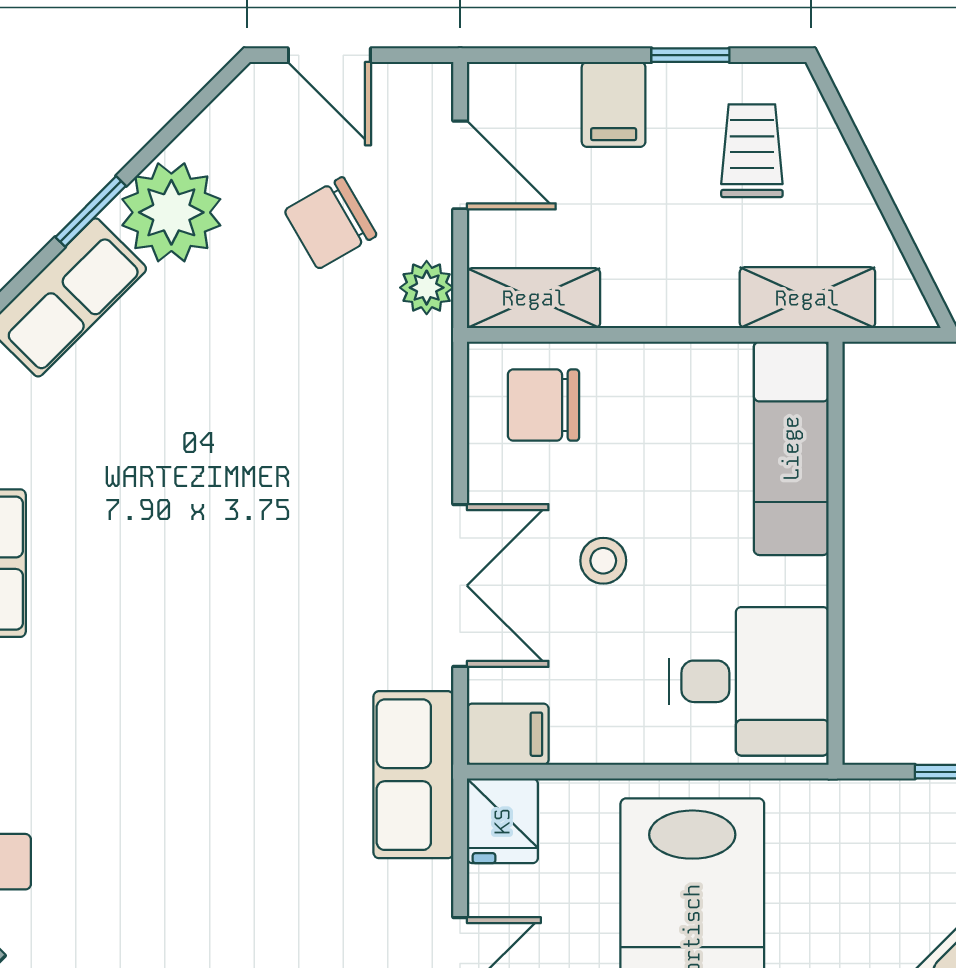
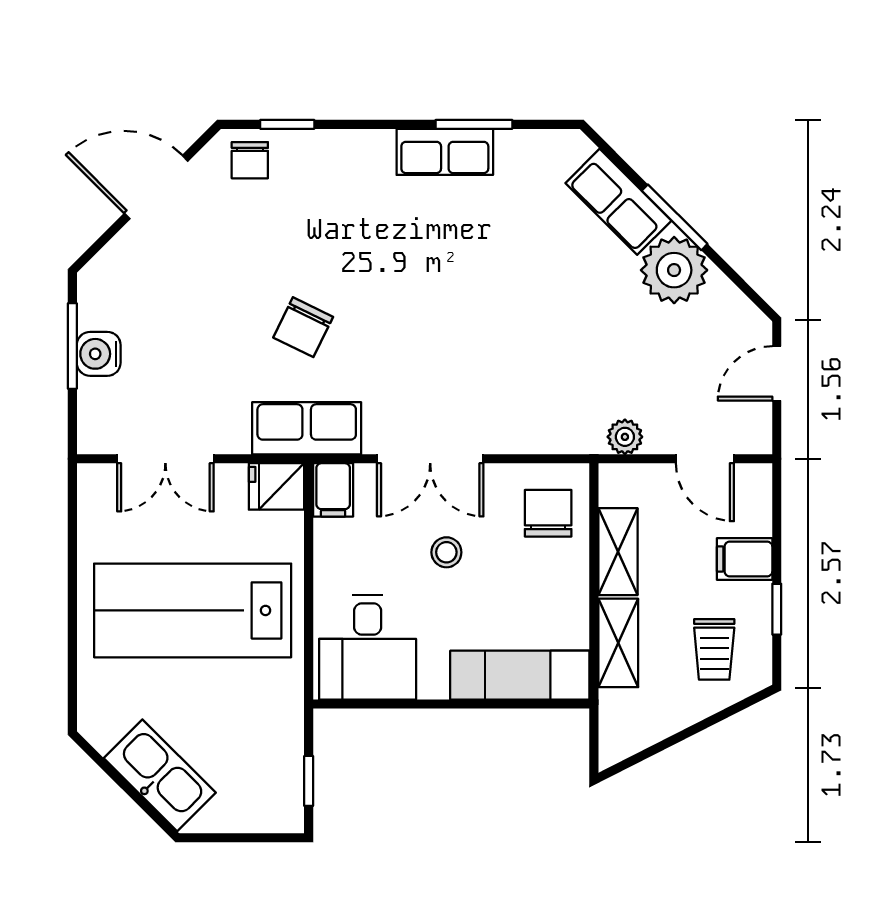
trolley: (752, 151) -> (714, 649), turned 90
door: (460, 165) -> (705, 459), hinge flipped
window: (91, 211) -> (675, 217), width x1.50
chair: (330, 223) -> (303, 327), moved, turned -124
shelving: (534, 298) -> (618, 552), moved
shelving: (807, 298) -> (618, 643), moved

